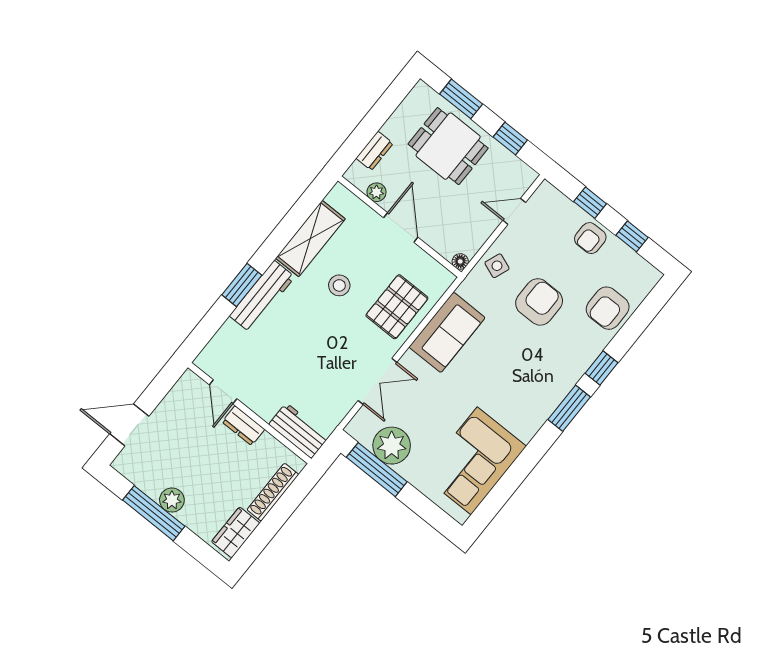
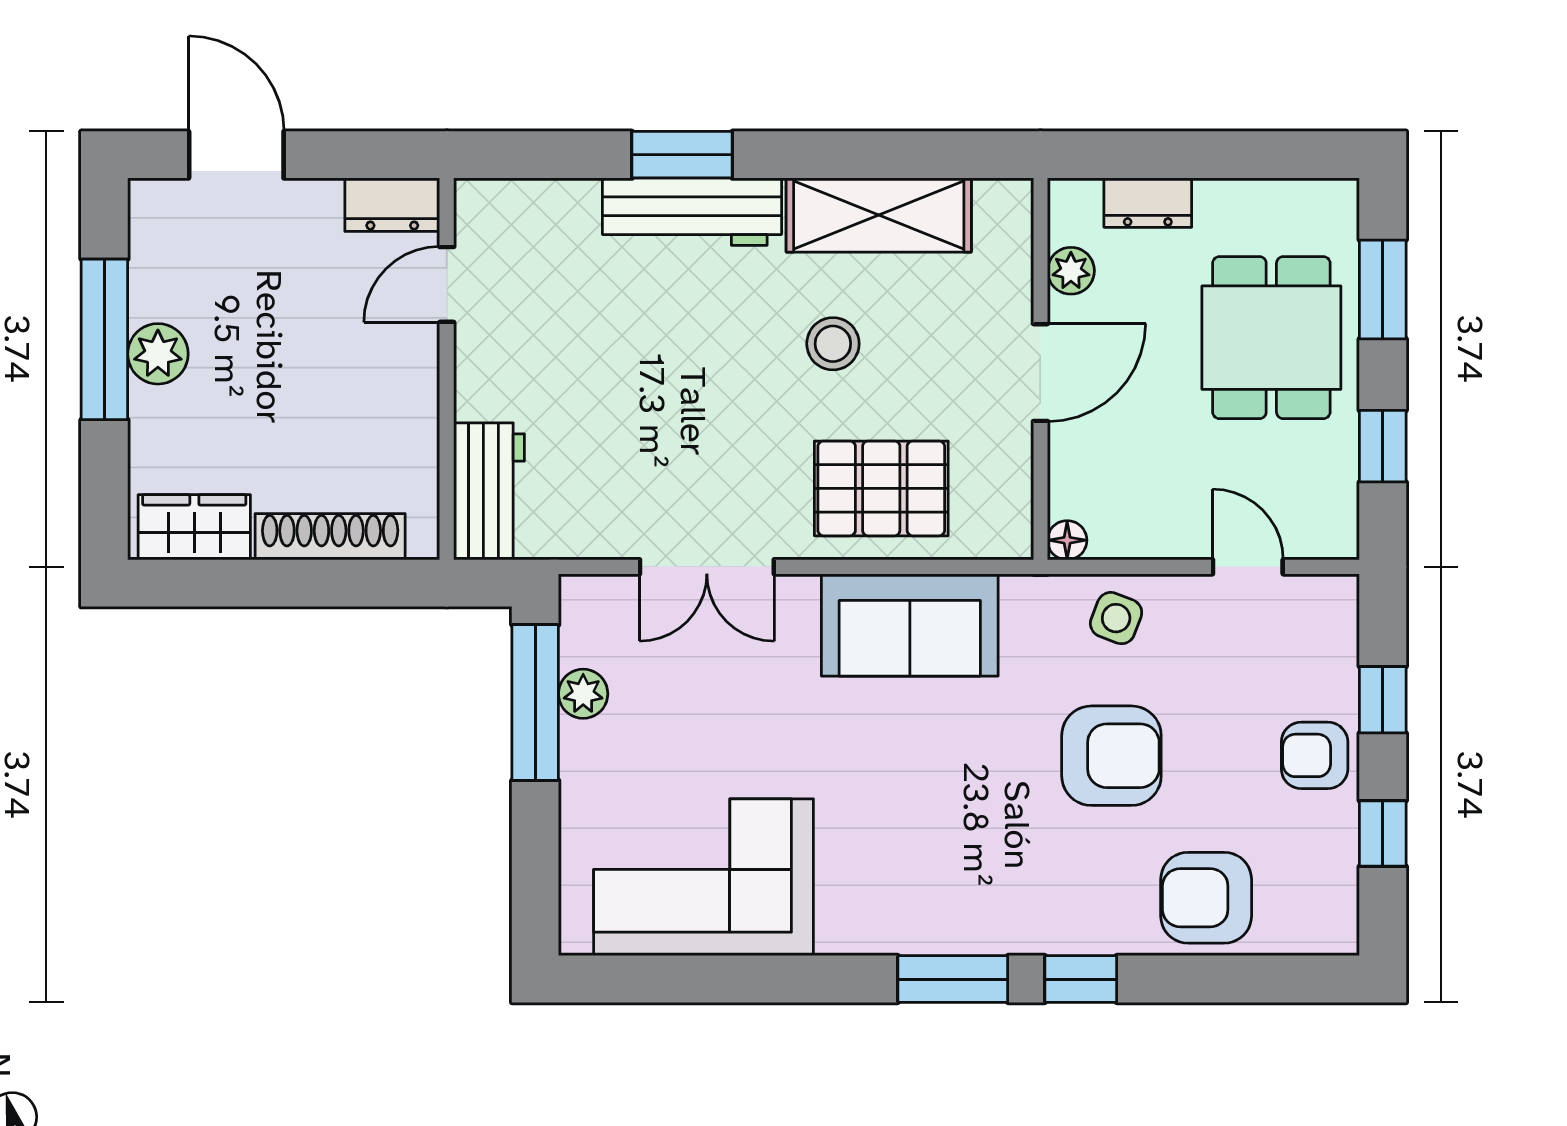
dresser: (243, 426) -> (392, 205), moved, turned -90
plant: (392, 446) -> (583, 694), width x0.53, depth x0.53

